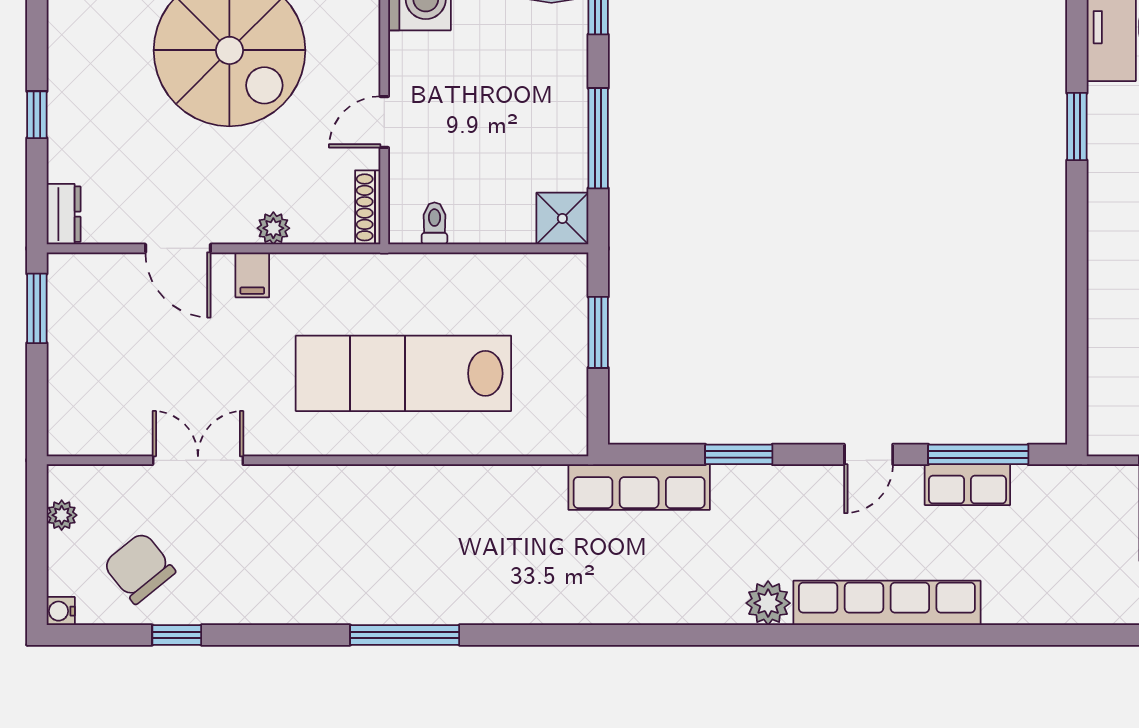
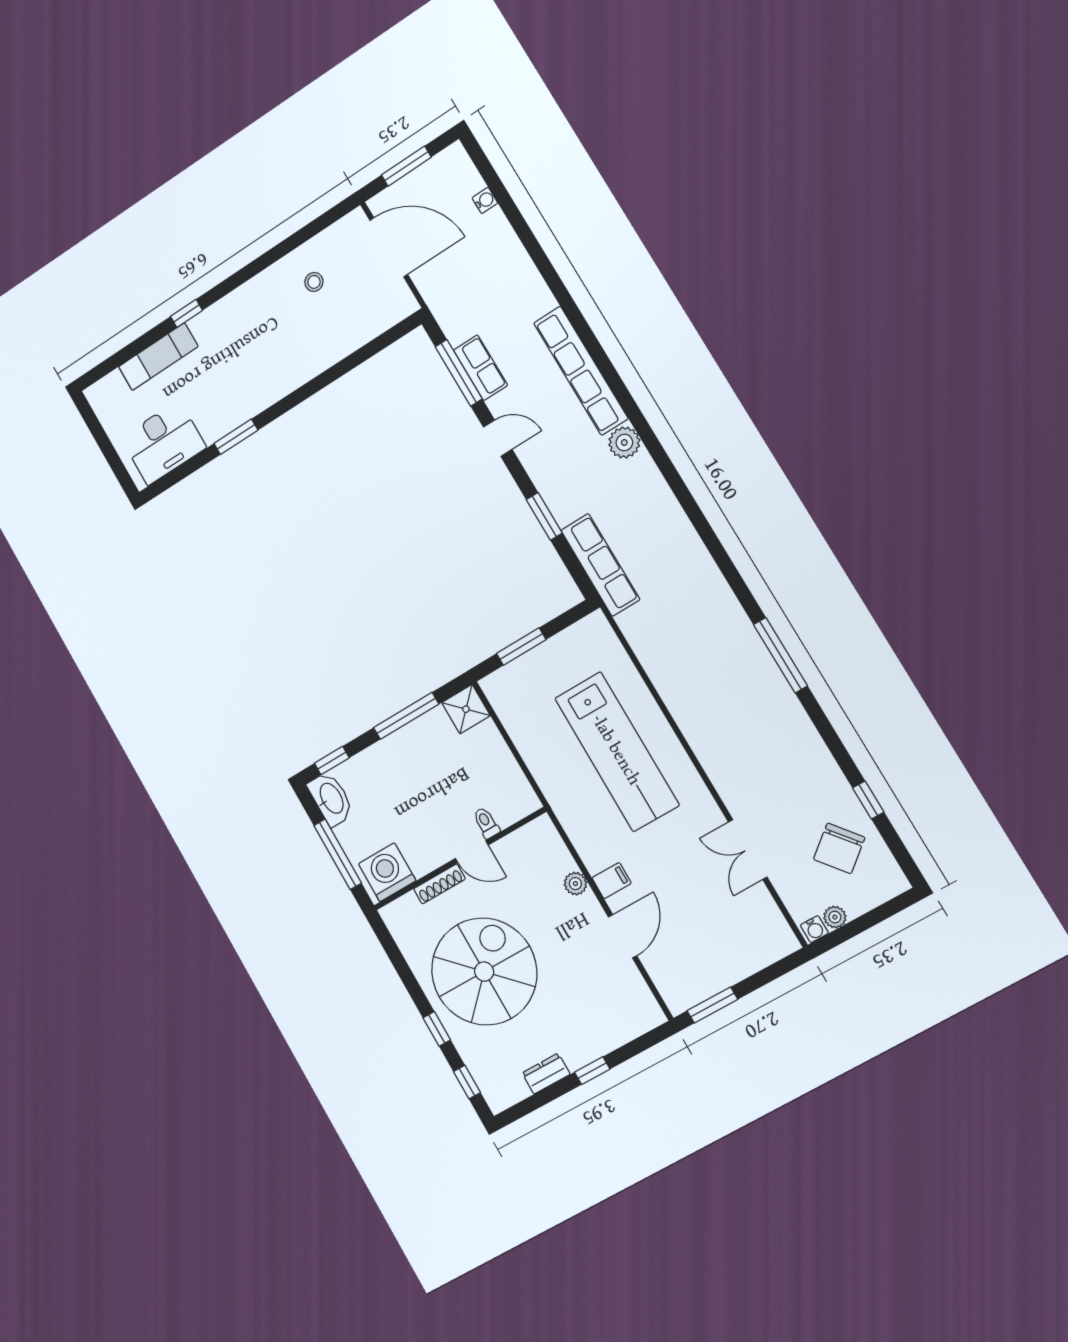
shoe rack: (368, 207) -> (439, 884), moved
dresser: (64, 214) -> (546, 1074), moved
toilet: (434, 223) -> (486, 823), moved, turned 90
water cooler: (61, 611) -> (814, 929), moved

